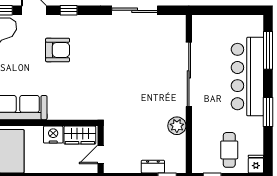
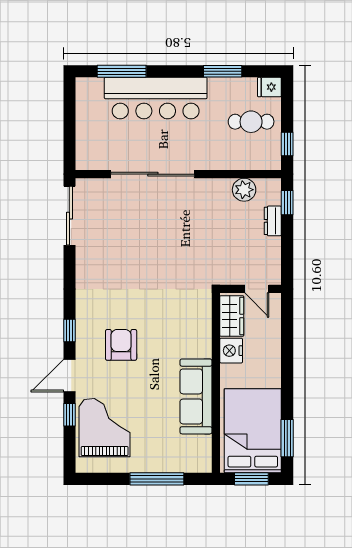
sliding door: (135, 10) -> (69, 216), moved
window: (268, 112) -> (223, 71), moved
plant: (177, 126) -> (244, 190), moved

